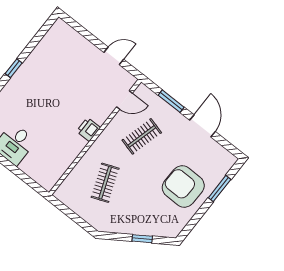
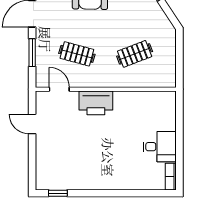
window: (14, 68) -> (58, 193), moved
printer: (88, 129) -> (96, 103), width x1.87, depth x1.48

